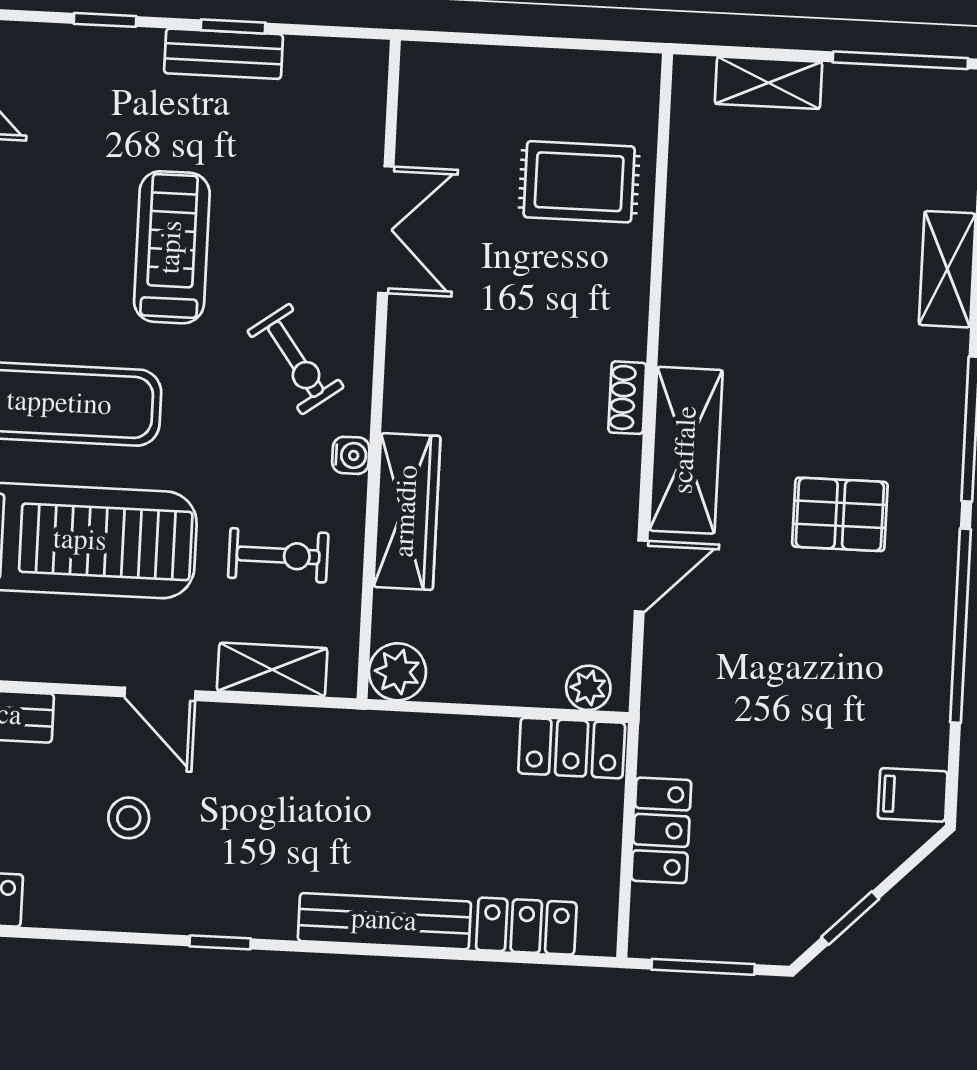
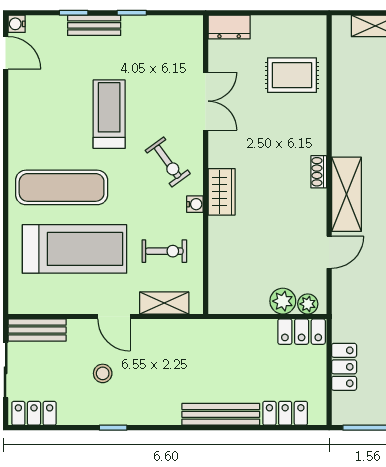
bench: (224, 54) -> (94, 25), moved
dresser: (446, 69) -> (229, 27), added
wardrobe: (407, 511) -> (222, 192), moved, width x0.67
plant: (397, 672) -> (283, 301), moved
window: (220, 942) -> (113, 428), moved

